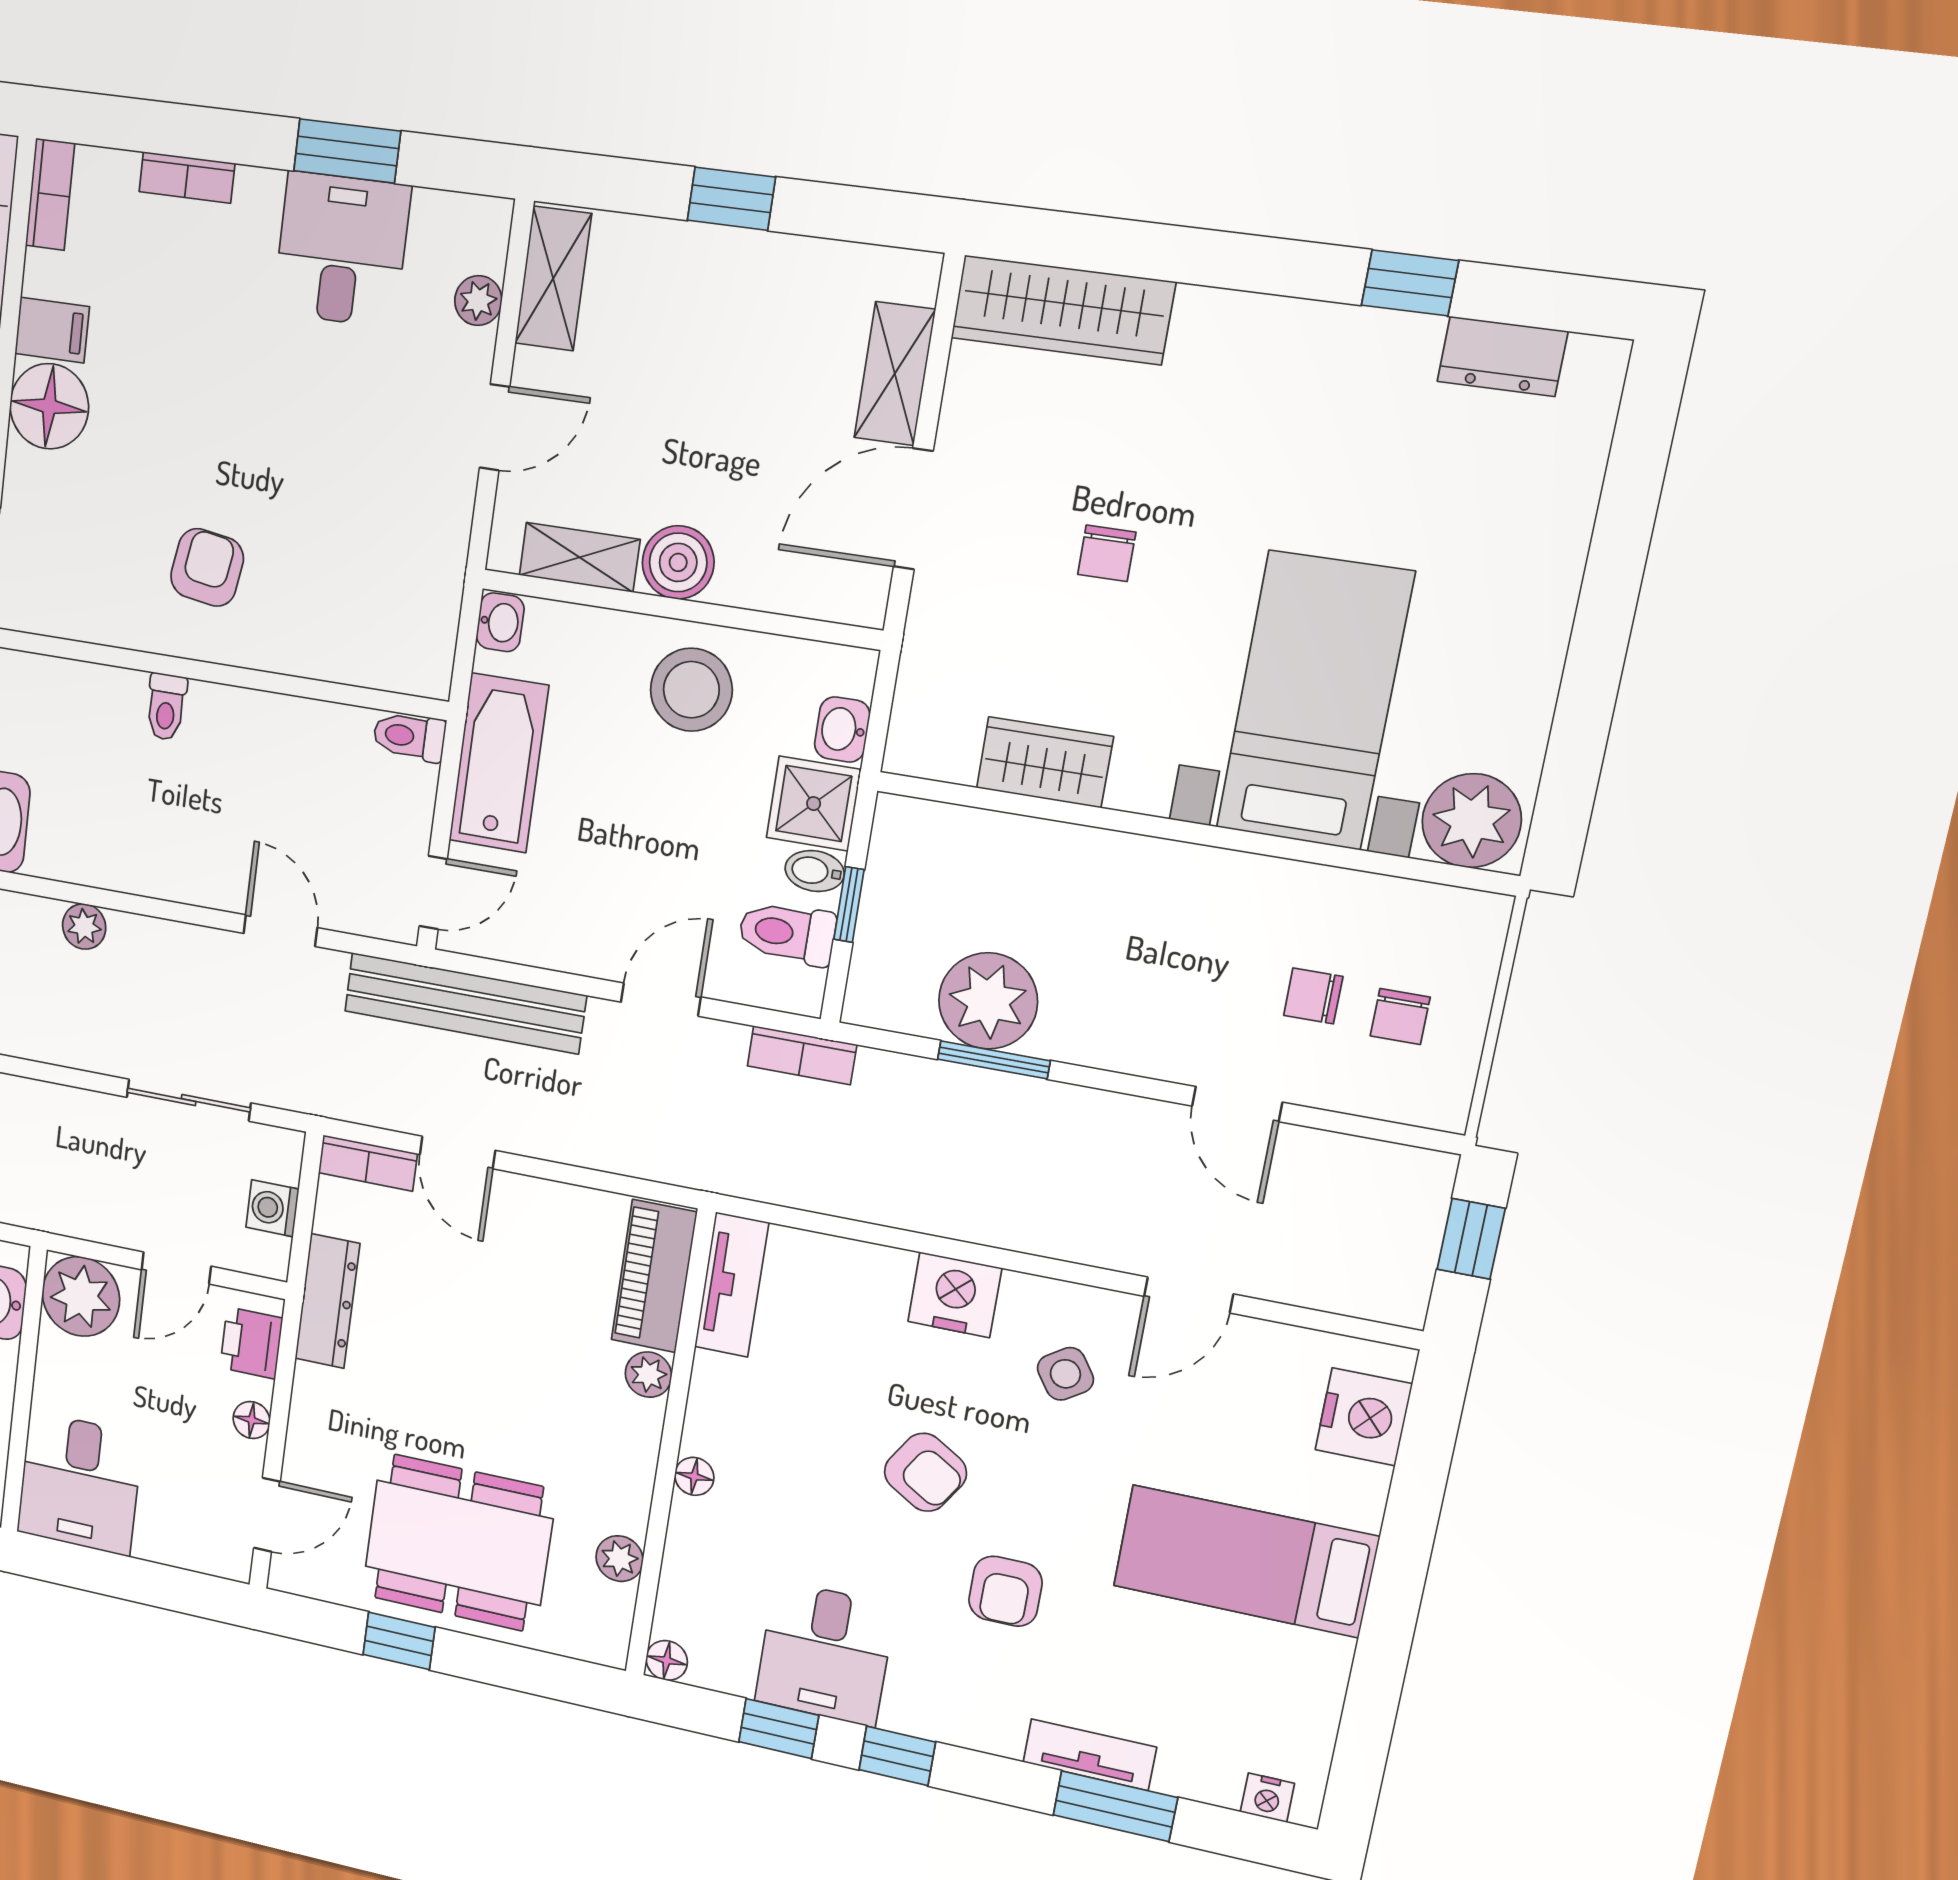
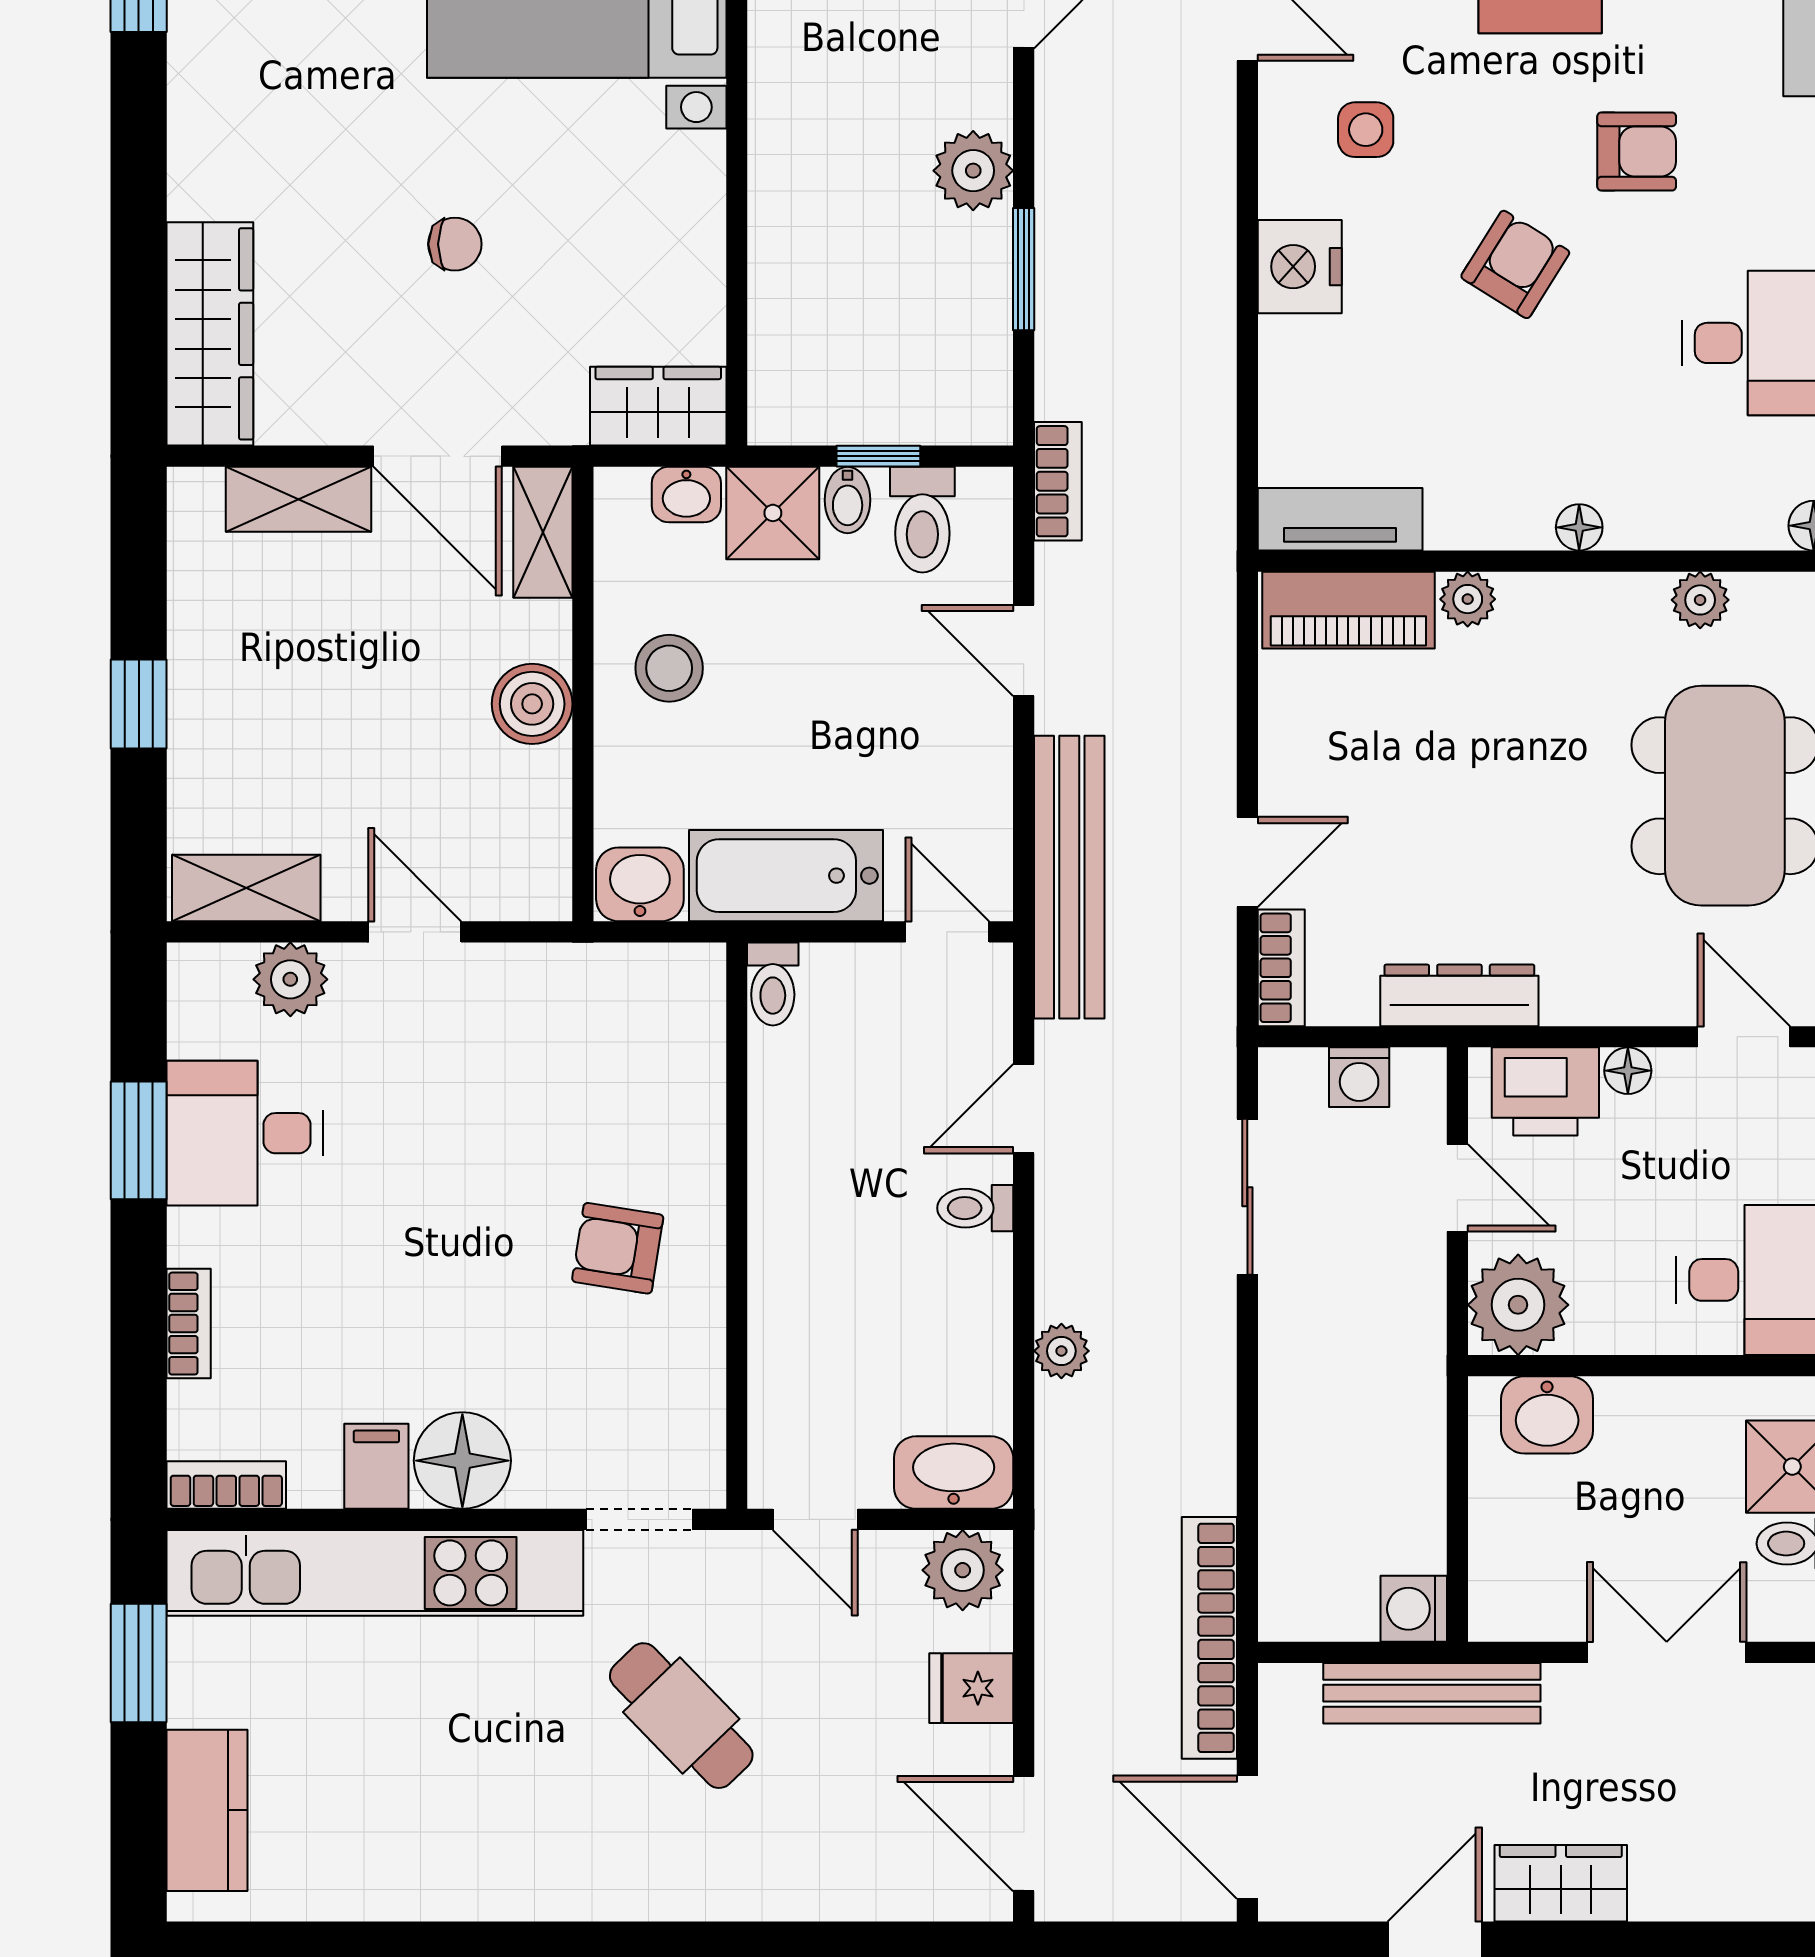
plant: (478, 301) -> (290, 979), width x1.38, depth x1.38
shelving: (580, 557) -> (543, 532), moved
washbasin: (500, 622) -> (640, 884), width x1.38, depth x1.45
stool: (691, 690) -> (669, 668), width x0.73, depth x0.73
toilet: (166, 707) -> (975, 1208), moved, turned 180
wardrobe: (1045, 762) -> (658, 406), moved, turned 90
plant: (988, 1001) -> (973, 171), moved, width x0.73, depth x0.73
printer: (251, 1343) -> (1545, 1091), width x1.36, depth x1.24
side table: (1065, 1374) -> (1366, 130), turned 34

